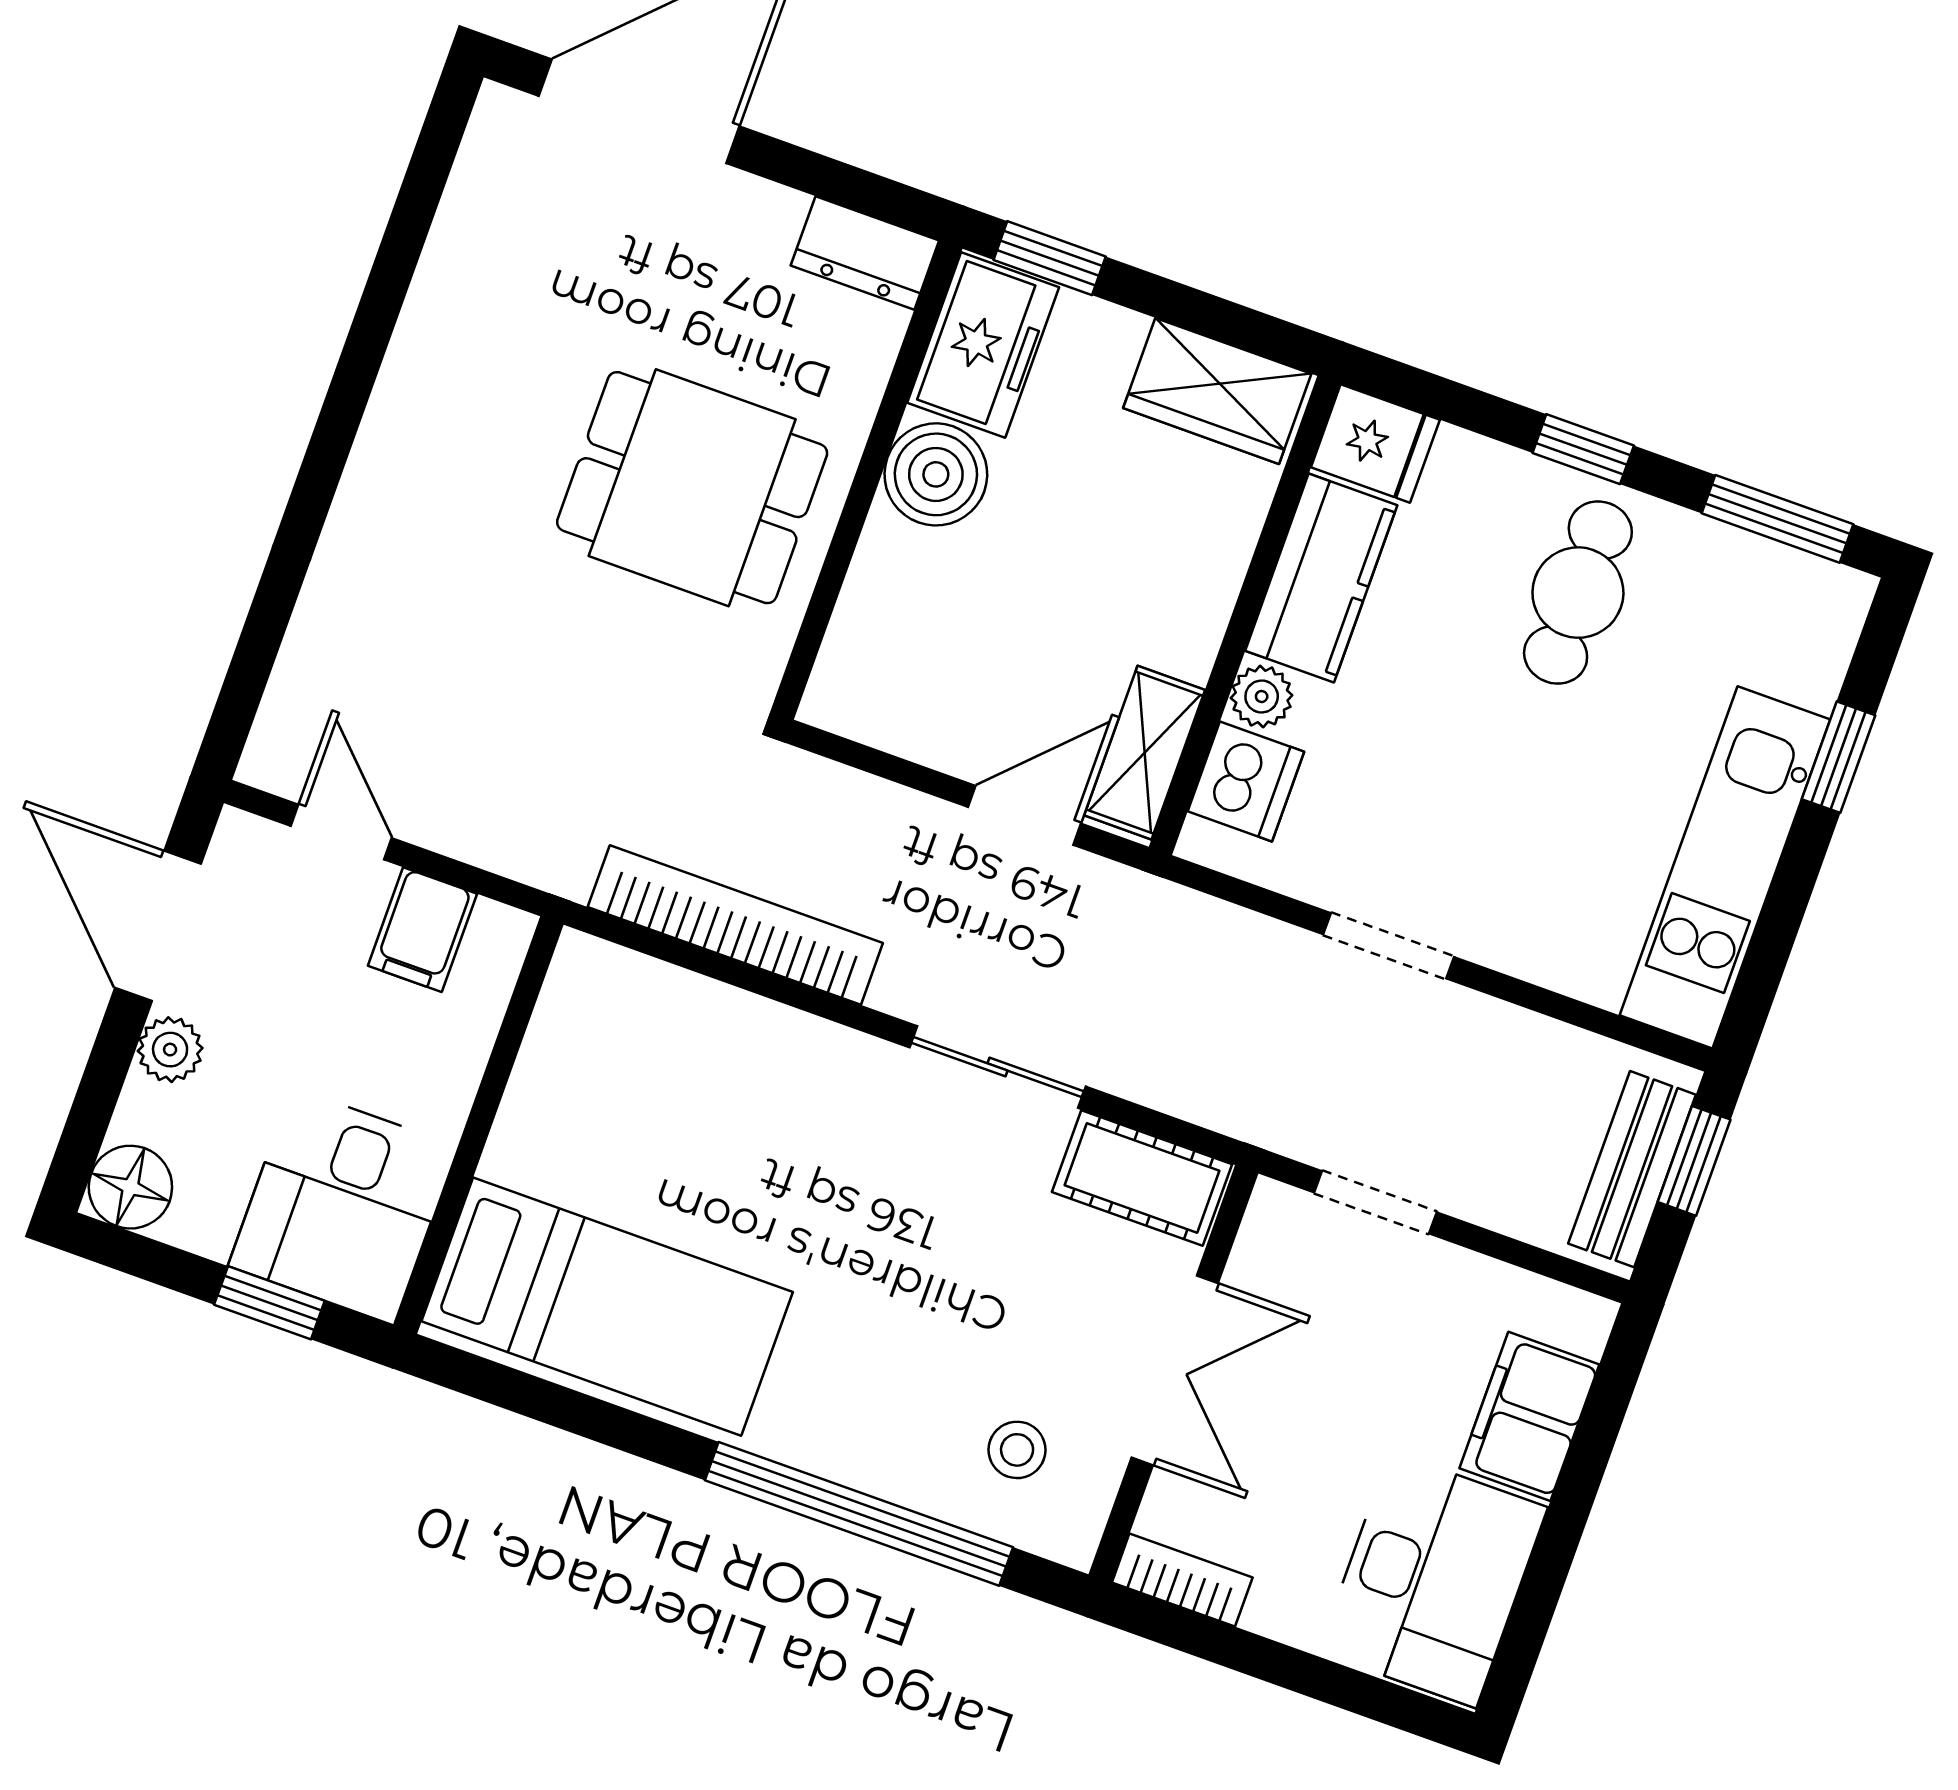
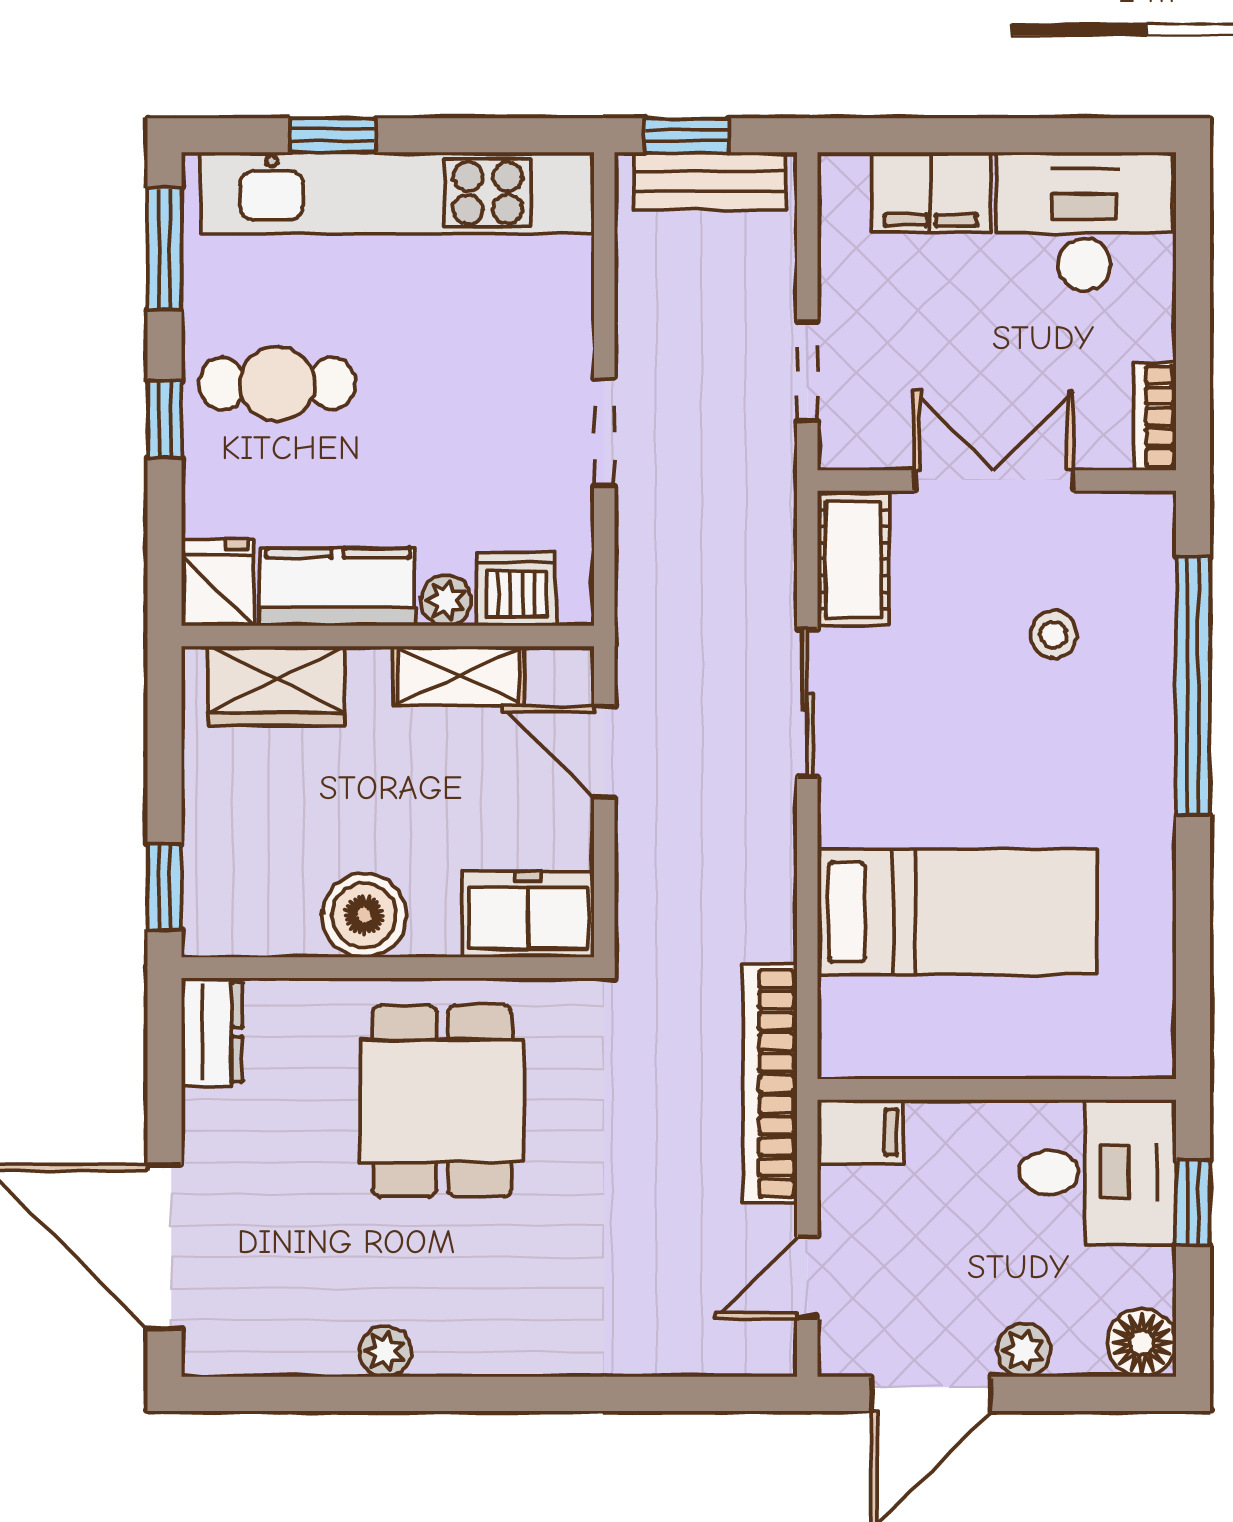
plant: (430, 320) -> (385, 1351), added
freezer: (983, 345) -> (528, 915), moved
wardrobe: (1217, 391) -> (276, 686), moved, turned 90
shelving: (1145, 753) -> (459, 676), moved
kitchen unit: (1725, 867) -> (397, 193), width x1.36
bookcase: (735, 925) -> (770, 1084), moved
filing cabinet: (422, 930) -> (861, 1132), moved
bed: (607, 1307) -> (958, 912), moved, turned 90
stool: (1017, 1450) -> (1054, 635), moved

